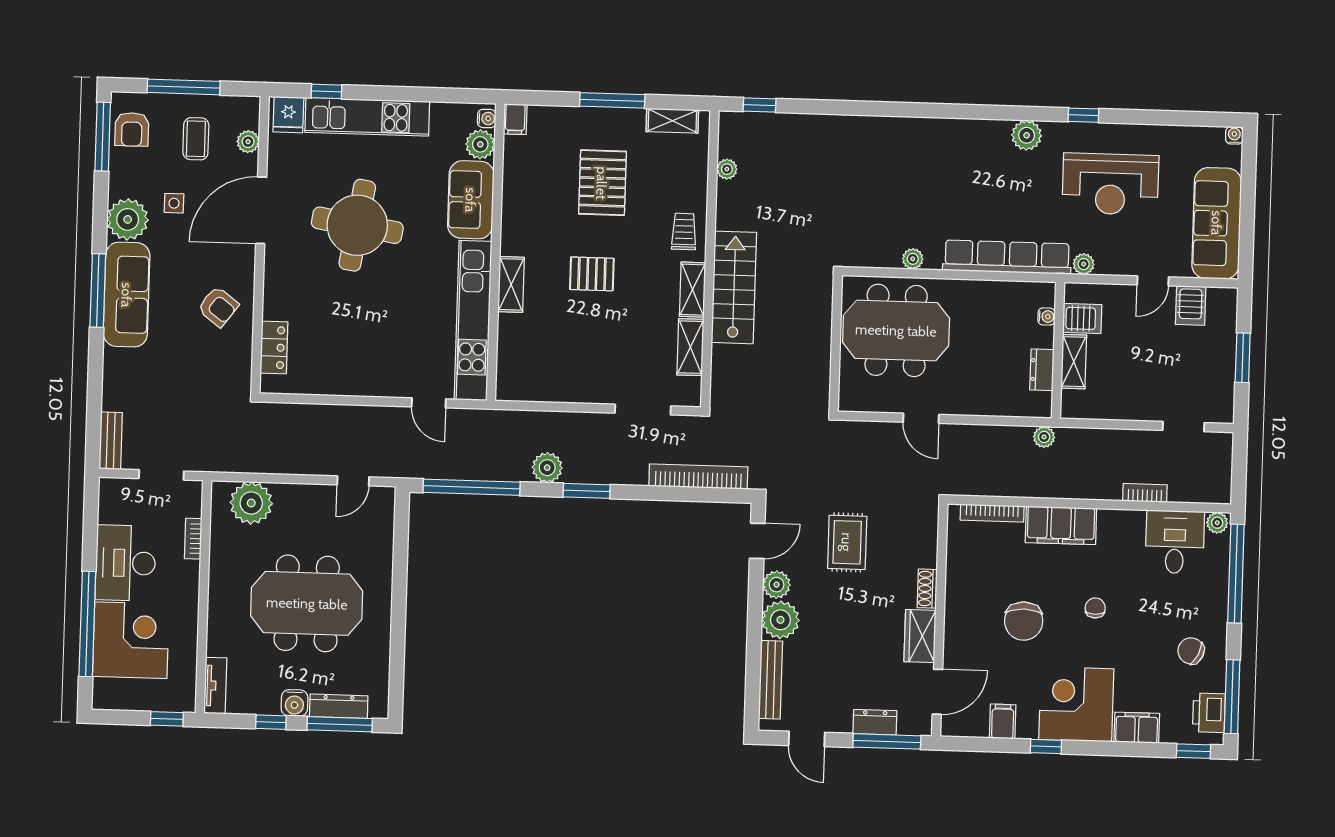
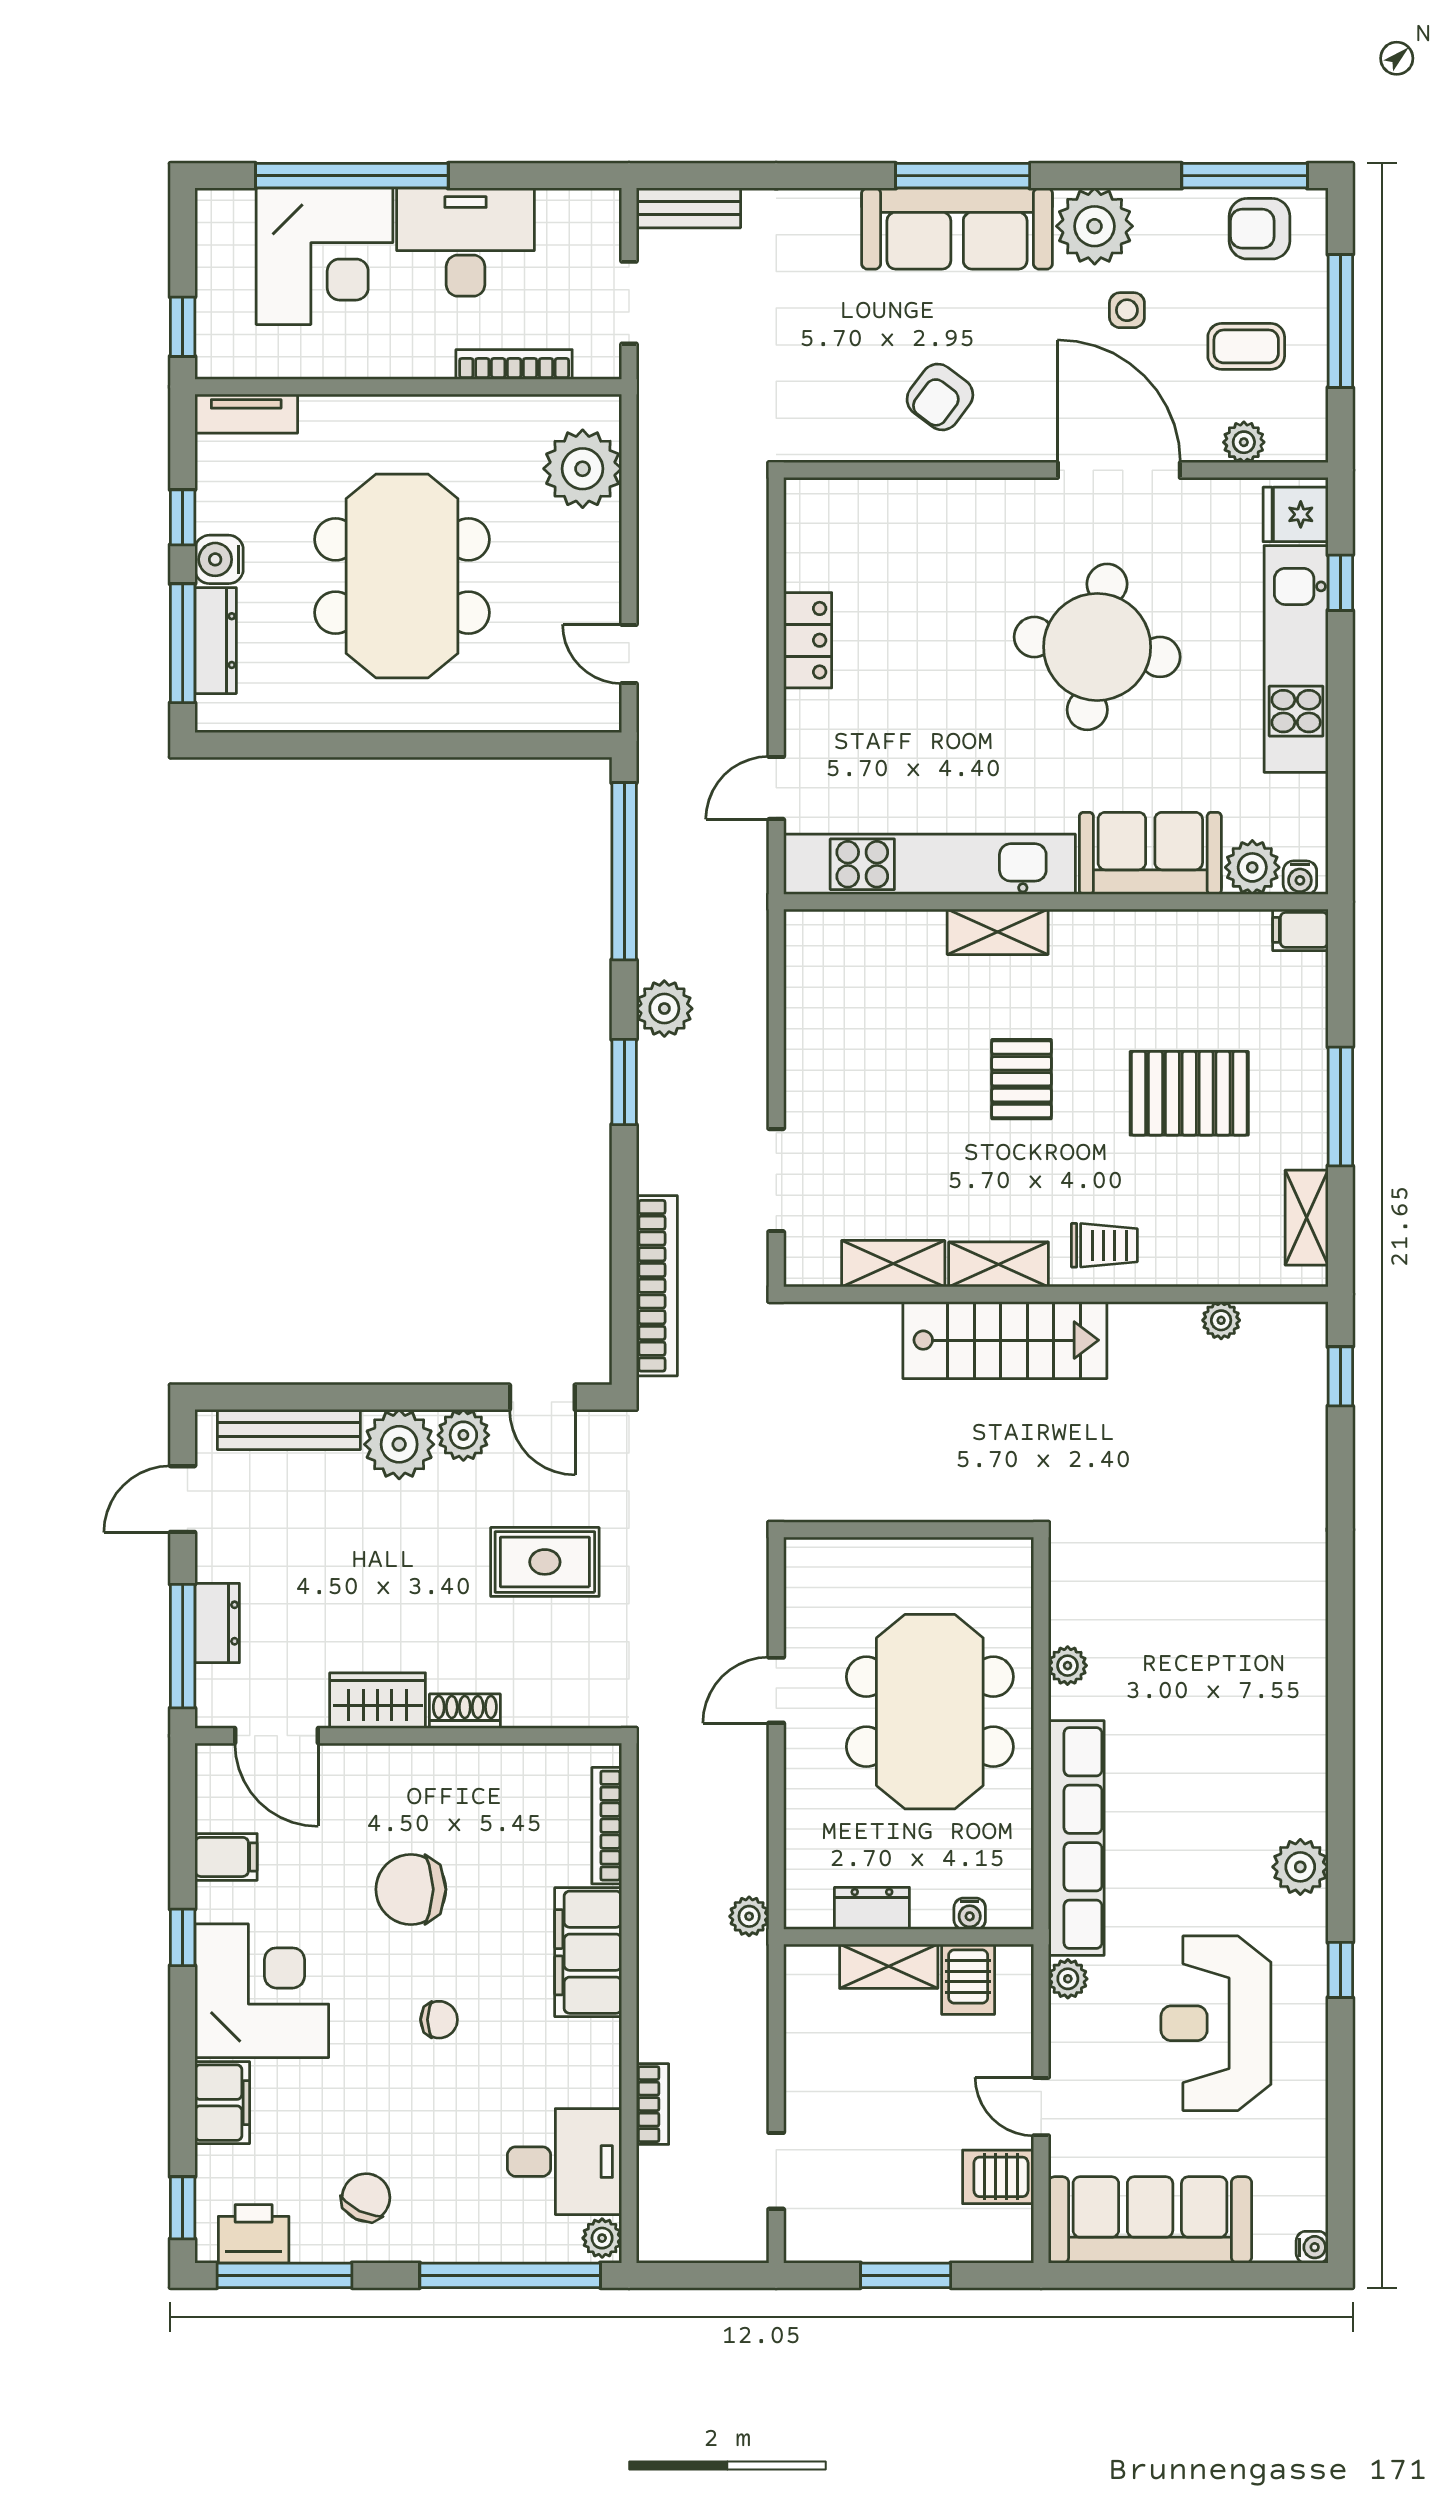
meeting table: (896, 330) -> (930, 1712), moved
locker: (274, 347) -> (808, 640), moved, turned -90
bookcase: (193, 539) -> (514, 364), width x1.56

